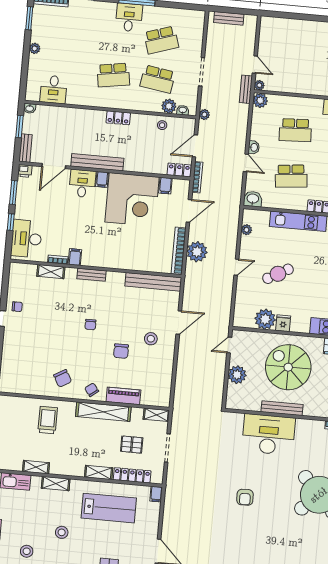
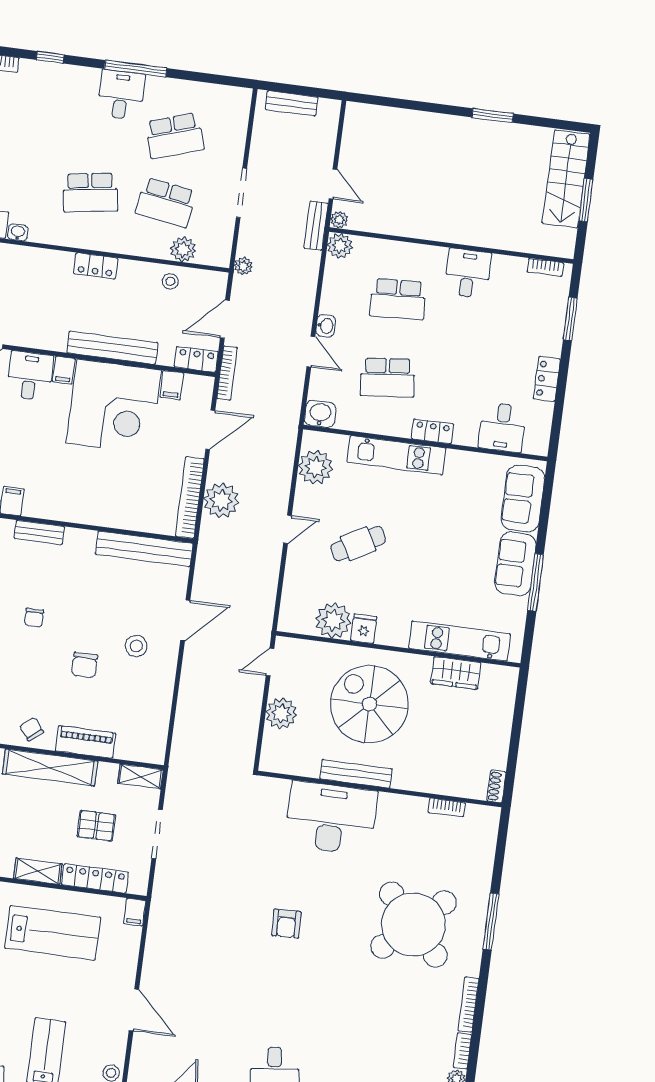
washbasin: (183, 110) -> (18, 232), moved
bench: (97, 162) -> (112, 348), moved
plant: (246, 230) -> (315, 467), width x1.88, depth x1.88

